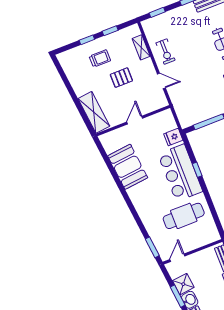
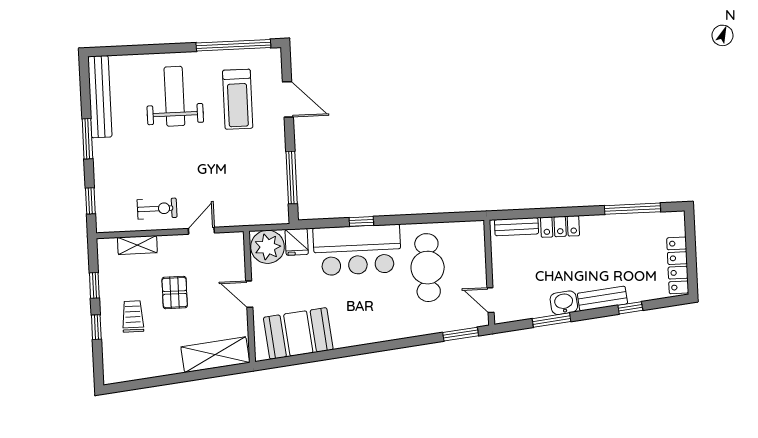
plant: (165, 121) -> (268, 247), added
booth: (128, 167) -> (298, 333), moved
shower: (183, 284) -> (535, 305), removed

